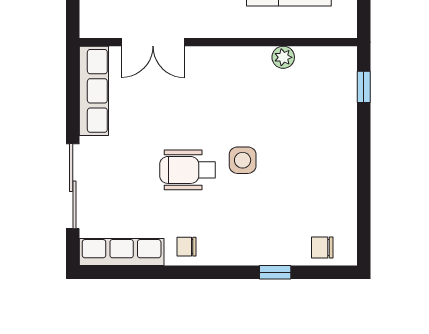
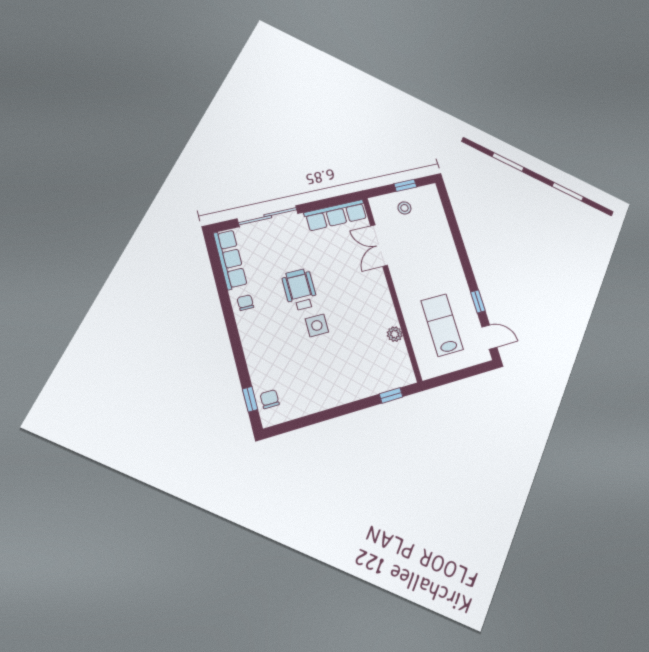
window: (275, 272) -> (250, 399), moved

